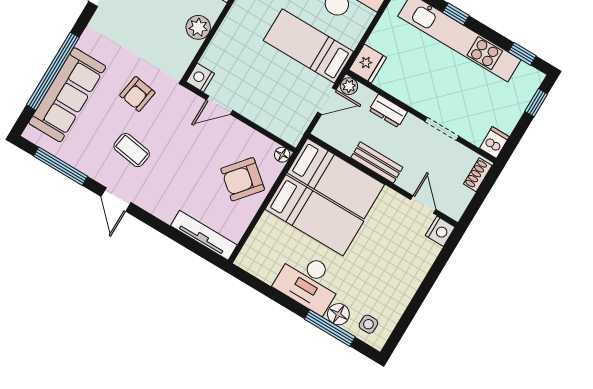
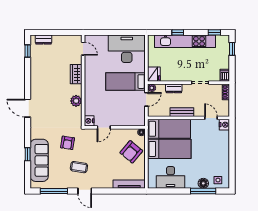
window: (53, 71) -> (28, 154), width x0.32
desk: (309, 282) -> (171, 177), moved

